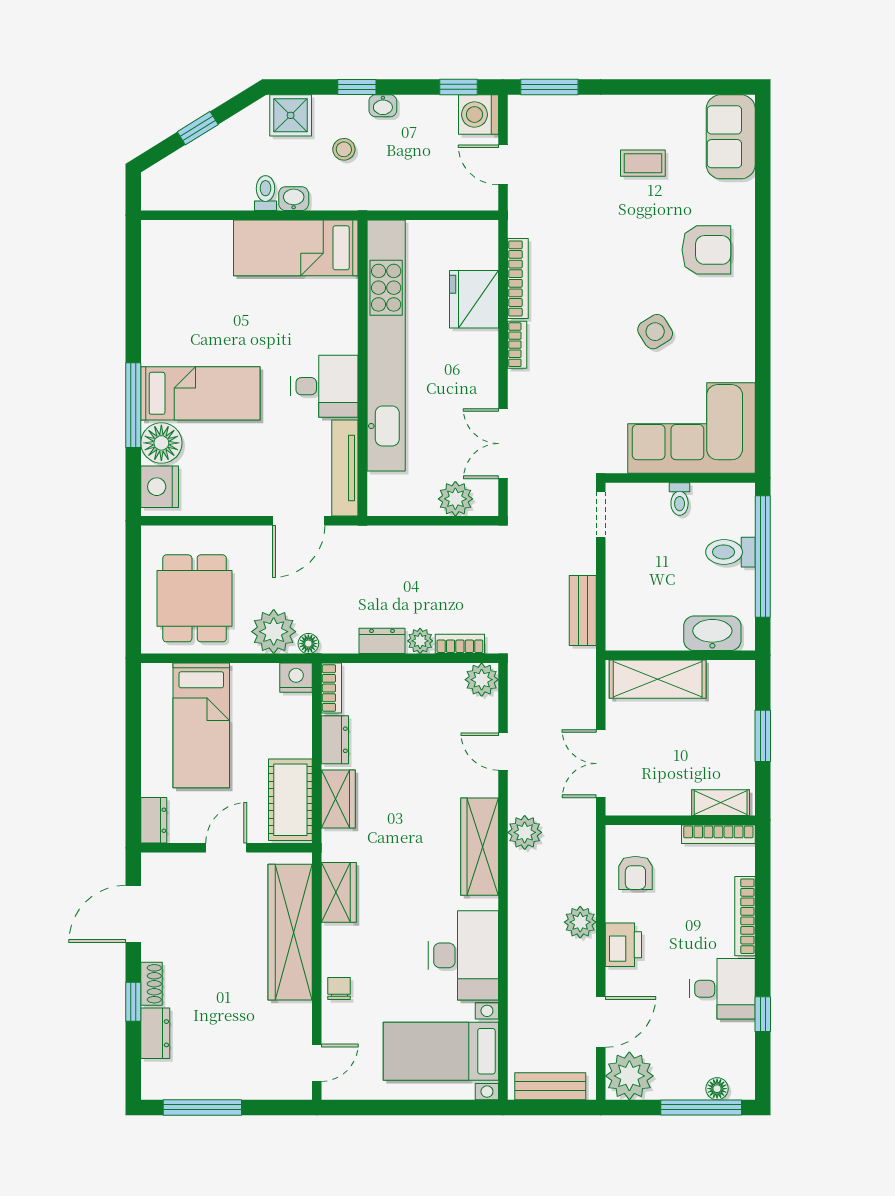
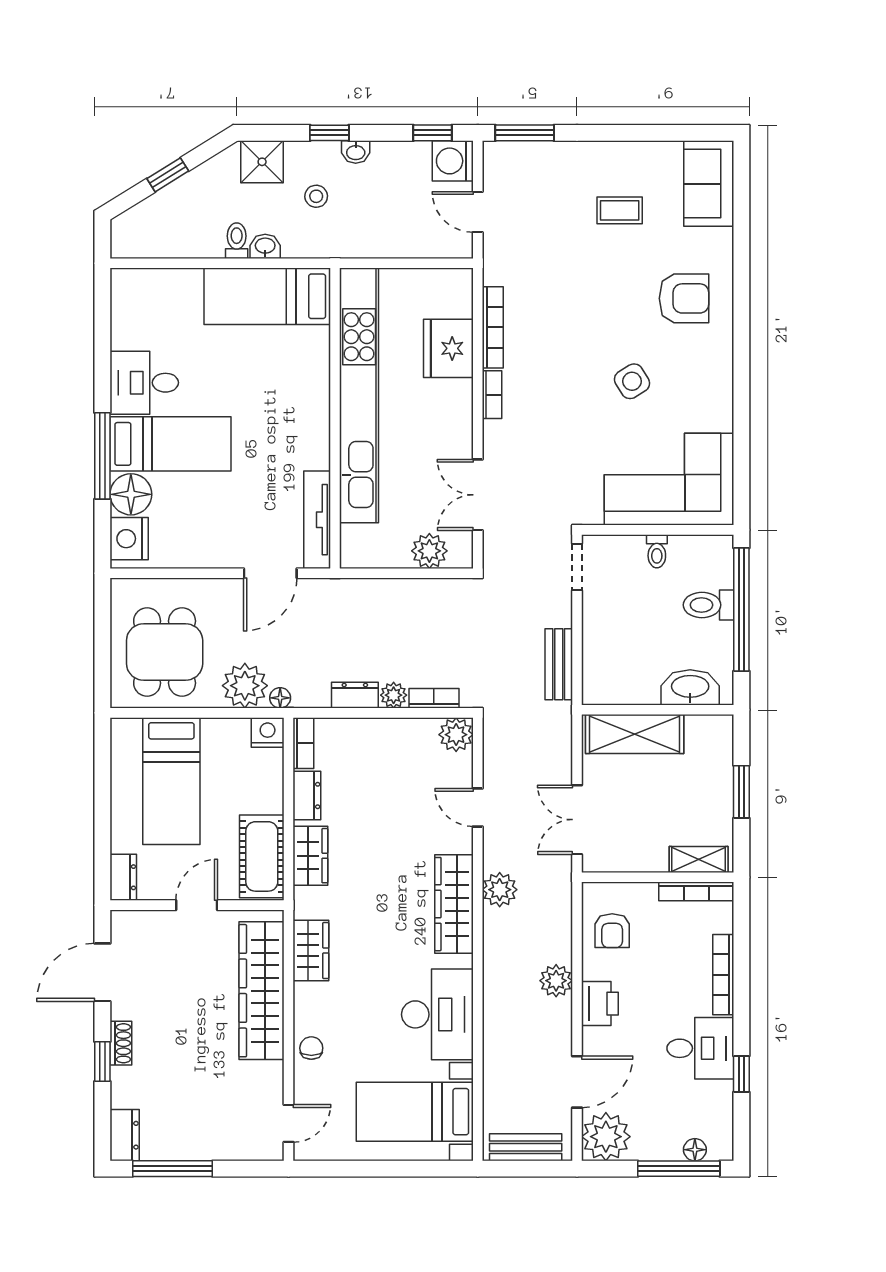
desk: (324, 386) -> (144, 383), moved, turned 180
dresser: (155, 1033) -> (125, 1135), moved

